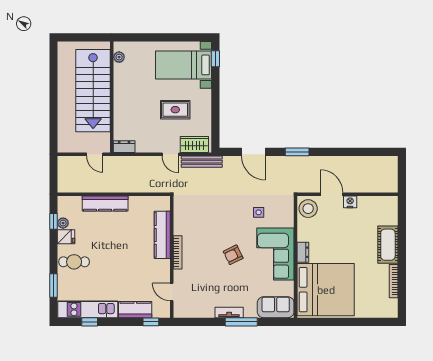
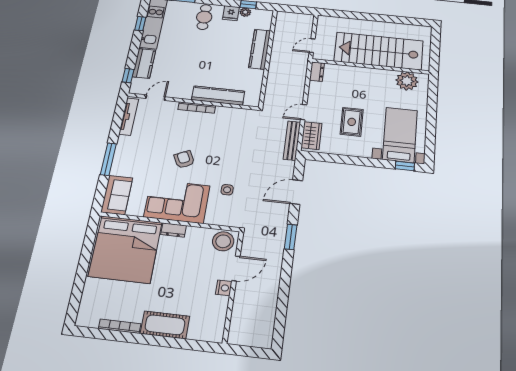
plant: (119, 57) -> (407, 81), width x1.88, depth x1.88
tv unit: (229, 312) -> (129, 117), moved, width x1.41

